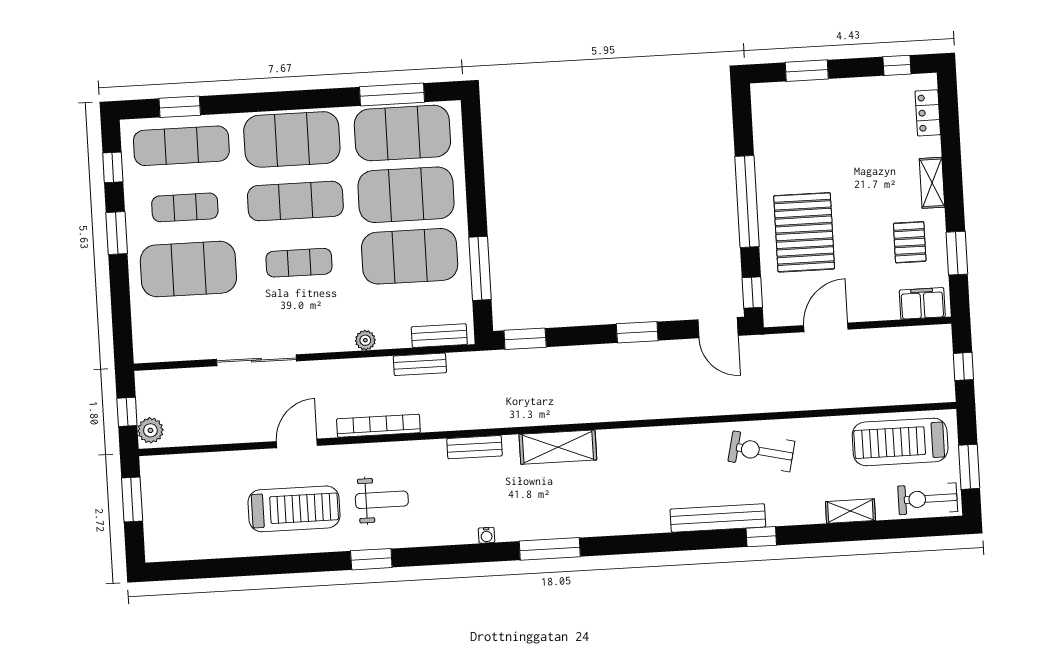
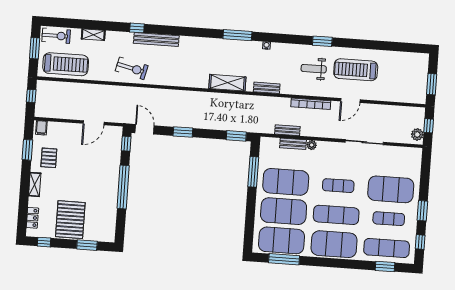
pallet: (804, 232) -> (70, 220), moved
filing cabinet: (922, 303) -> (41, 128), width x0.50
bench: (439, 336) -> (293, 144), moved
plant: (150, 430) -> (417, 134), moved

